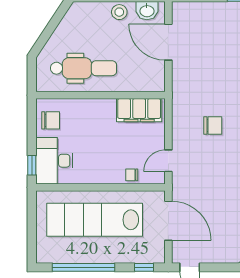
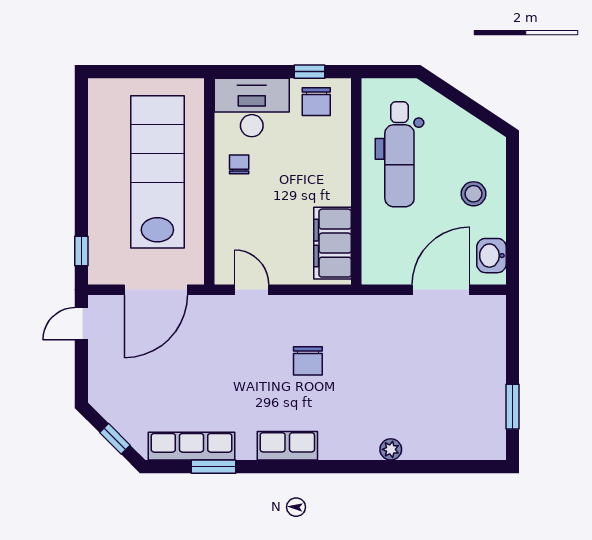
stool: (119, 12) -> (474, 194), moved
window: (32, 165) -> (309, 72), moved
chair: (132, 175) -> (239, 164), moved
window: (84, 267) -> (81, 154), removed

